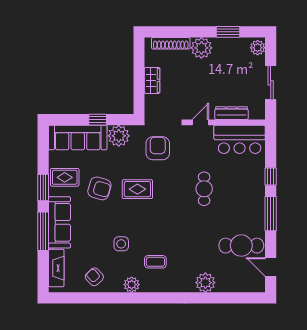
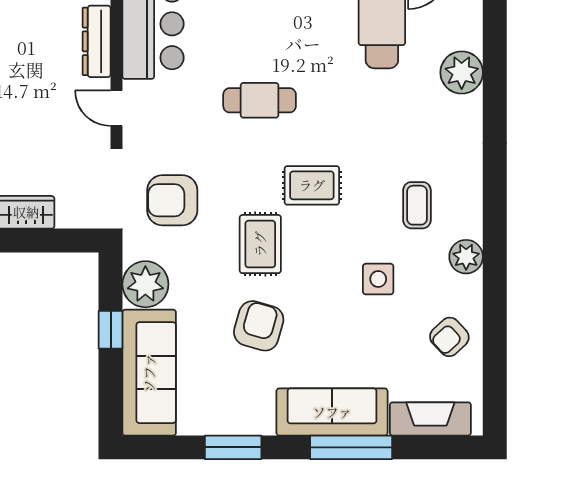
rug: (65, 177) -> (312, 185), moved, turned 90
window: (43, 188) -> (233, 447), moved
plant: (205, 283) -> (462, 72), moved

